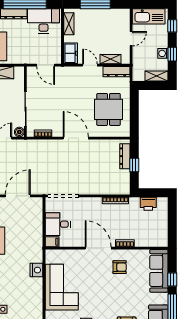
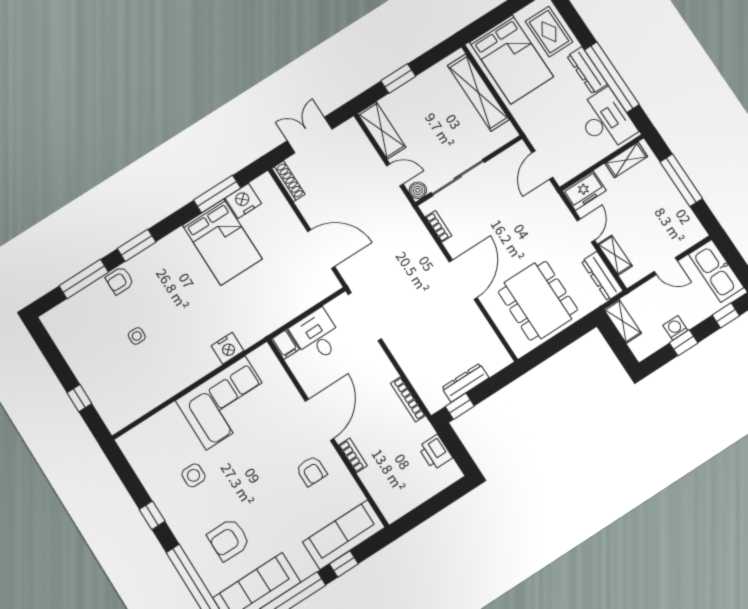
shelving: (157, 76) -> (623, 321), moved
dining table: (109, 109) -> (538, 301), width x1.38
dresser: (125, 156) -> (465, 383), moved
window: (134, 165) -> (460, 406), moved

